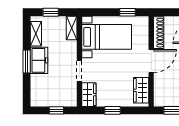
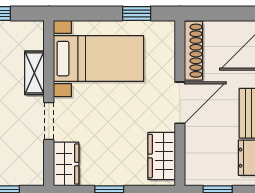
shelving: (72, 28) -> (34, 73), moved

